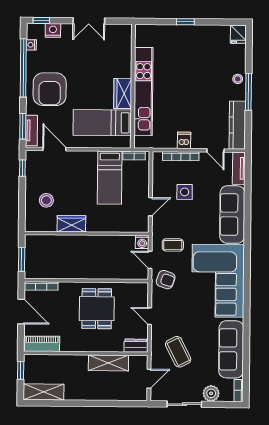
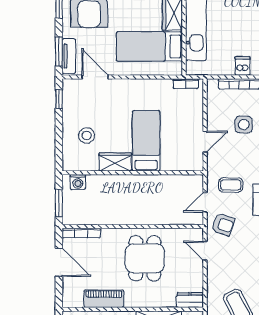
bed: (110, 178) -> (146, 141), moved, turned 180
washing machine: (142, 242) -> (78, 182), moved
door: (150, 260) -> (205, 202), hinge flipped
door: (150, 316) -> (205, 251), moved
piano: (42, 344) -> (104, 299), moved

